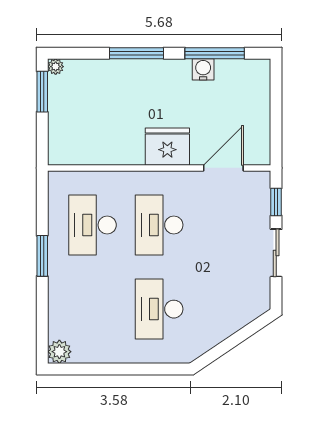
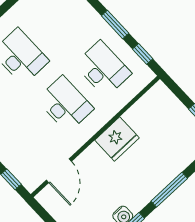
fridge: (167, 147) -> (117, 139), moved
window: (42, 204) -> (143, 54), added

